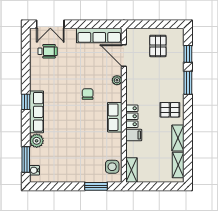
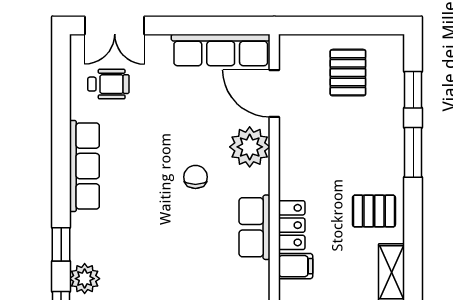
plant: (117, 80) -> (250, 147), width x1.88, depth x1.88
window: (26, 102) -> (61, 244), moved
row of seats: (37, 112) -> (84, 166), moved

